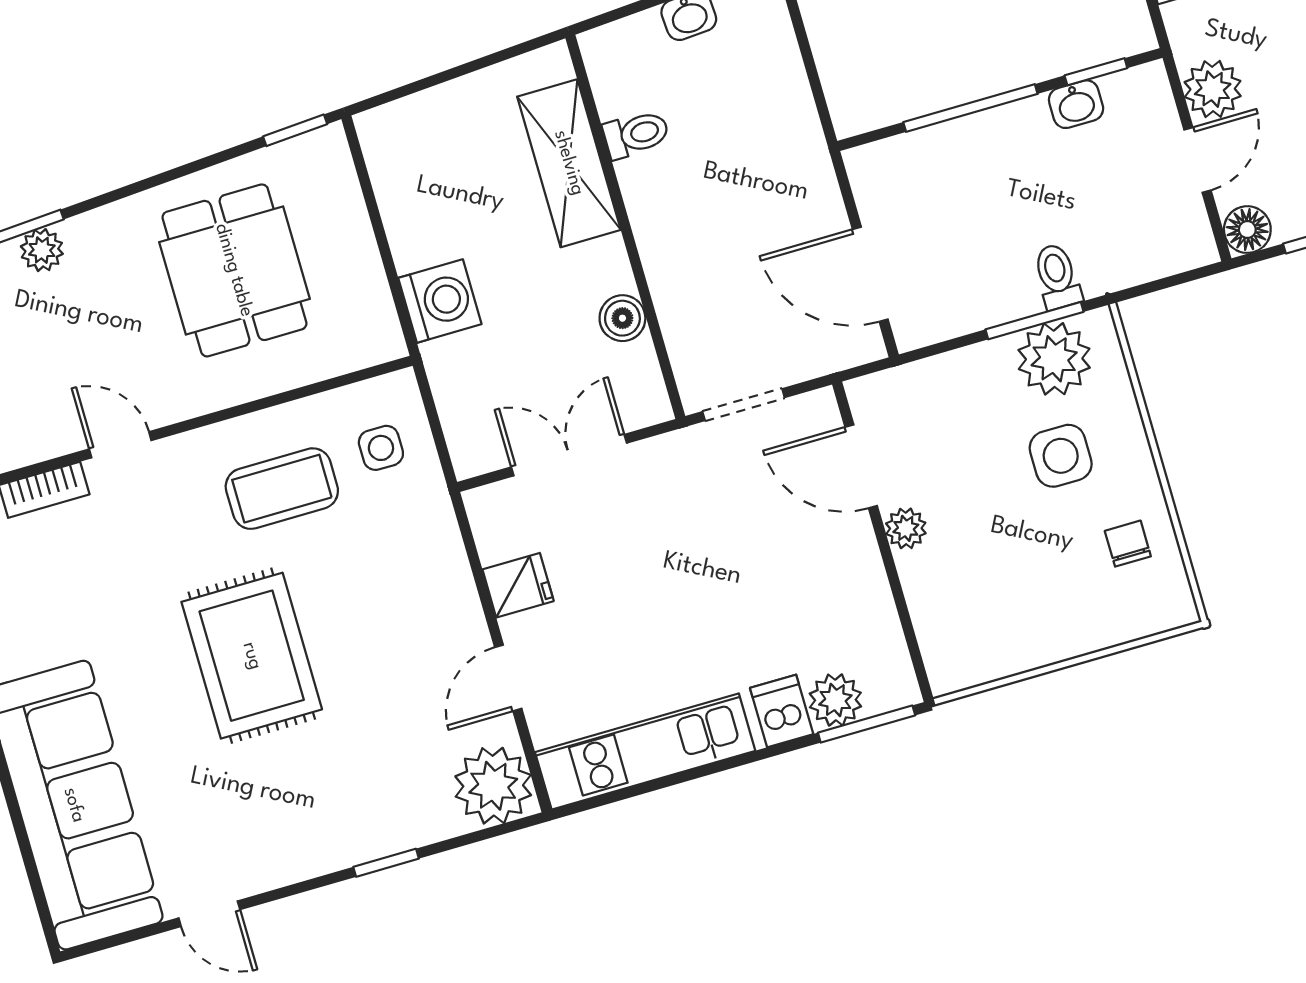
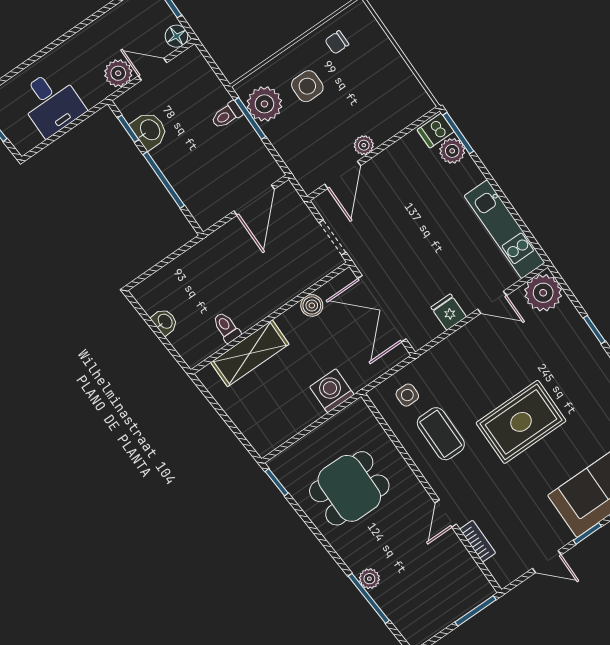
washbasin: (1076, 104) -> (149, 130), width x1.38, depth x1.45
double door: (569, 455) -> (382, 309), width x1.37
dishwasher: (782, 711) -> (436, 131), moved

